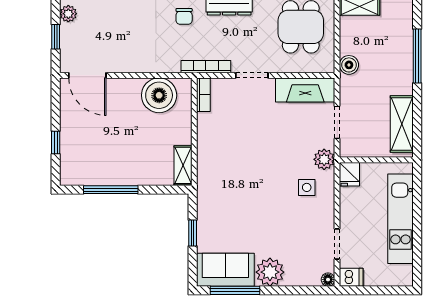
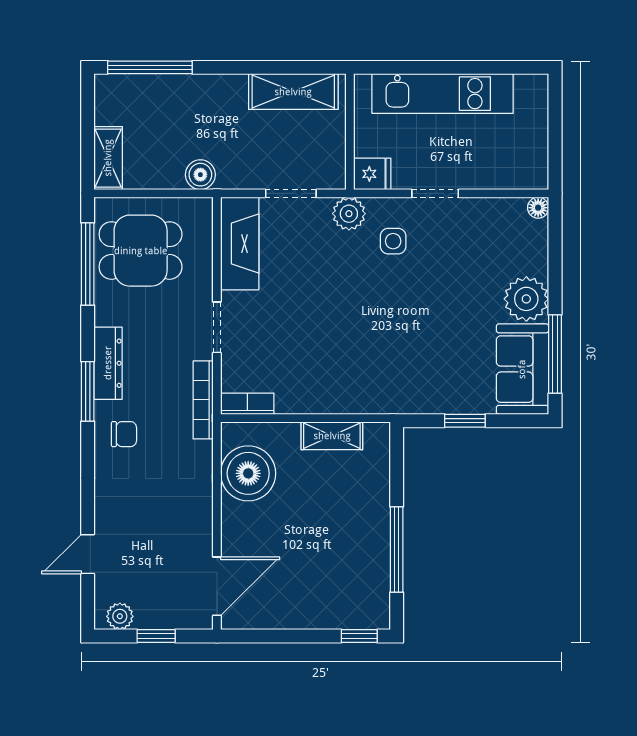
window: (417, 56) -> (150, 67), moved
window: (56, 143) -> (359, 636), moved
shelving: (183, 165) -> (332, 436), moved
doorway: (337, 244) -> (435, 193), moved
dishwasher: (351, 277) -> (534, 171), removed

